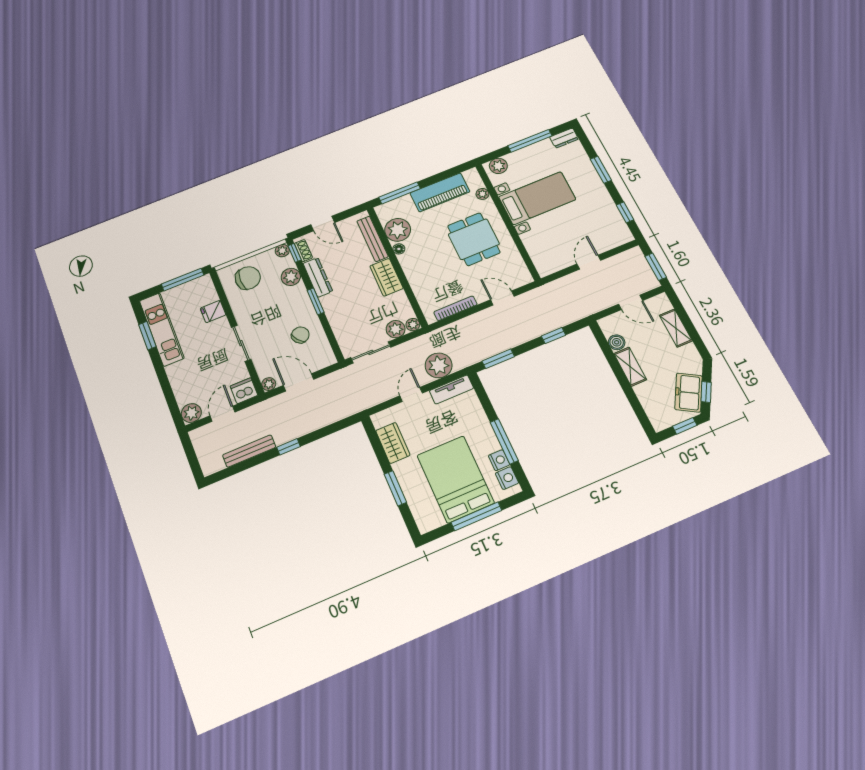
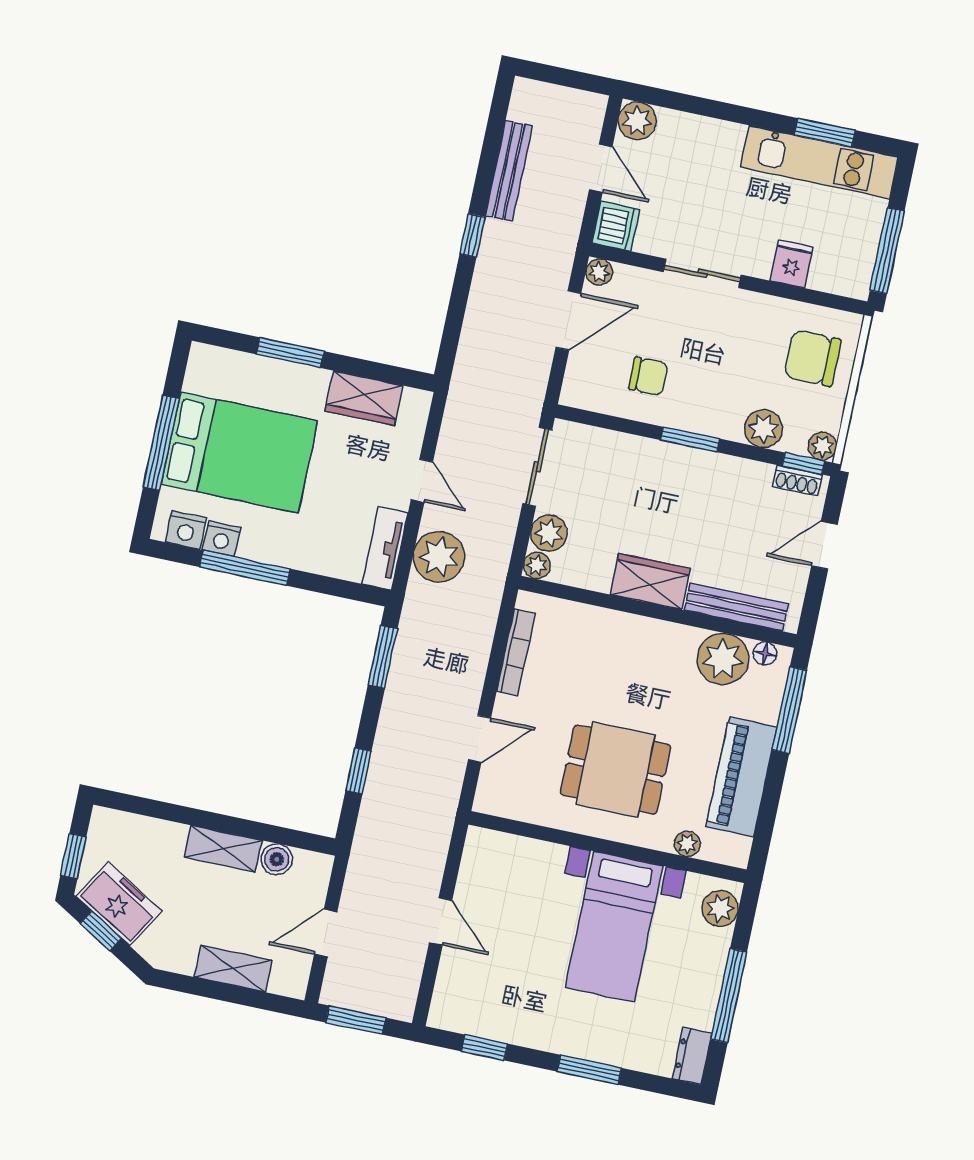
floor lamp: (399, 249) -> (765, 653), moved
dresser: (318, 277) -> (731, 472), removed
chair: (248, 278) -> (812, 358), turned 90
chair: (300, 335) -> (648, 376), turned -53

